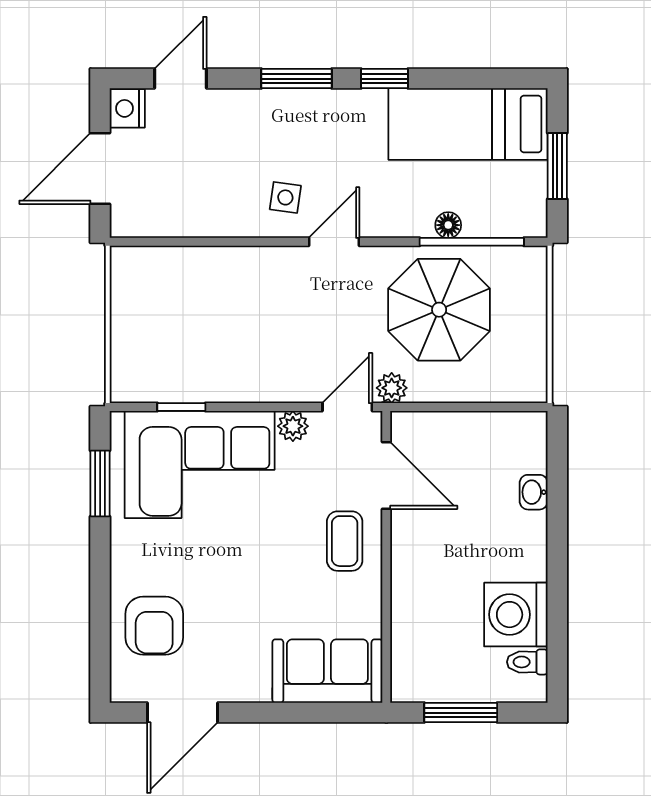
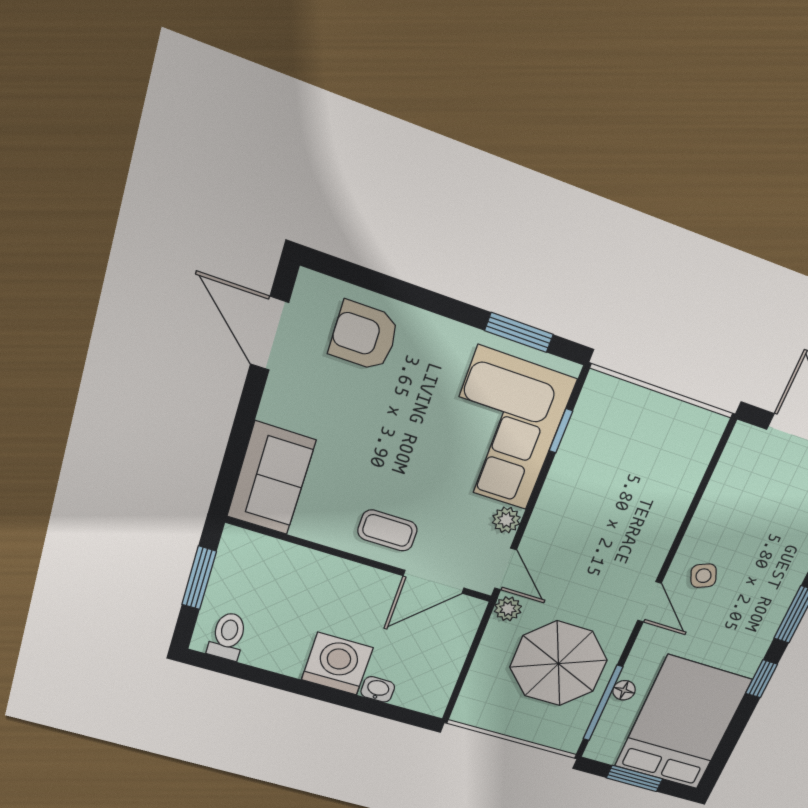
bed: (468, 124) -> (683, 723), width x1.50
side table: (285, 197) -> (703, 576), turned -31
washing machine: (516, 615) -> (337, 664), moved
toilet: (527, 662) -> (228, 636), width x1.37, depth x1.39

